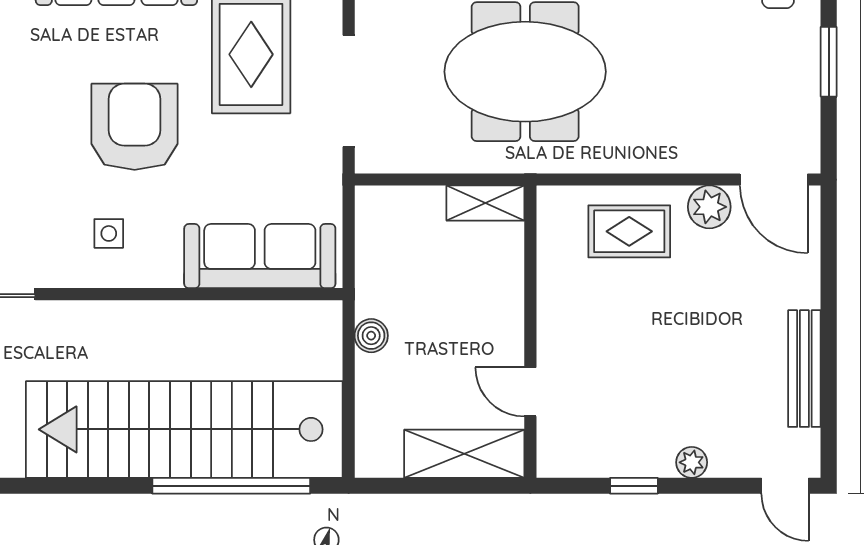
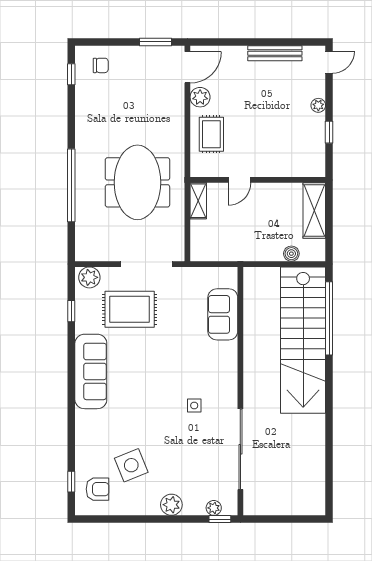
window: (829, 62) -> (155, 42), moved
armchair: (135, 127) -> (163, 363), removed
side table: (109, 233) -> (194, 405), moved
sofa: (260, 256) -> (223, 314), width x0.73
boiler: (371, 336) -> (291, 254), moved
door: (530, 392) -> (239, 180), moved

